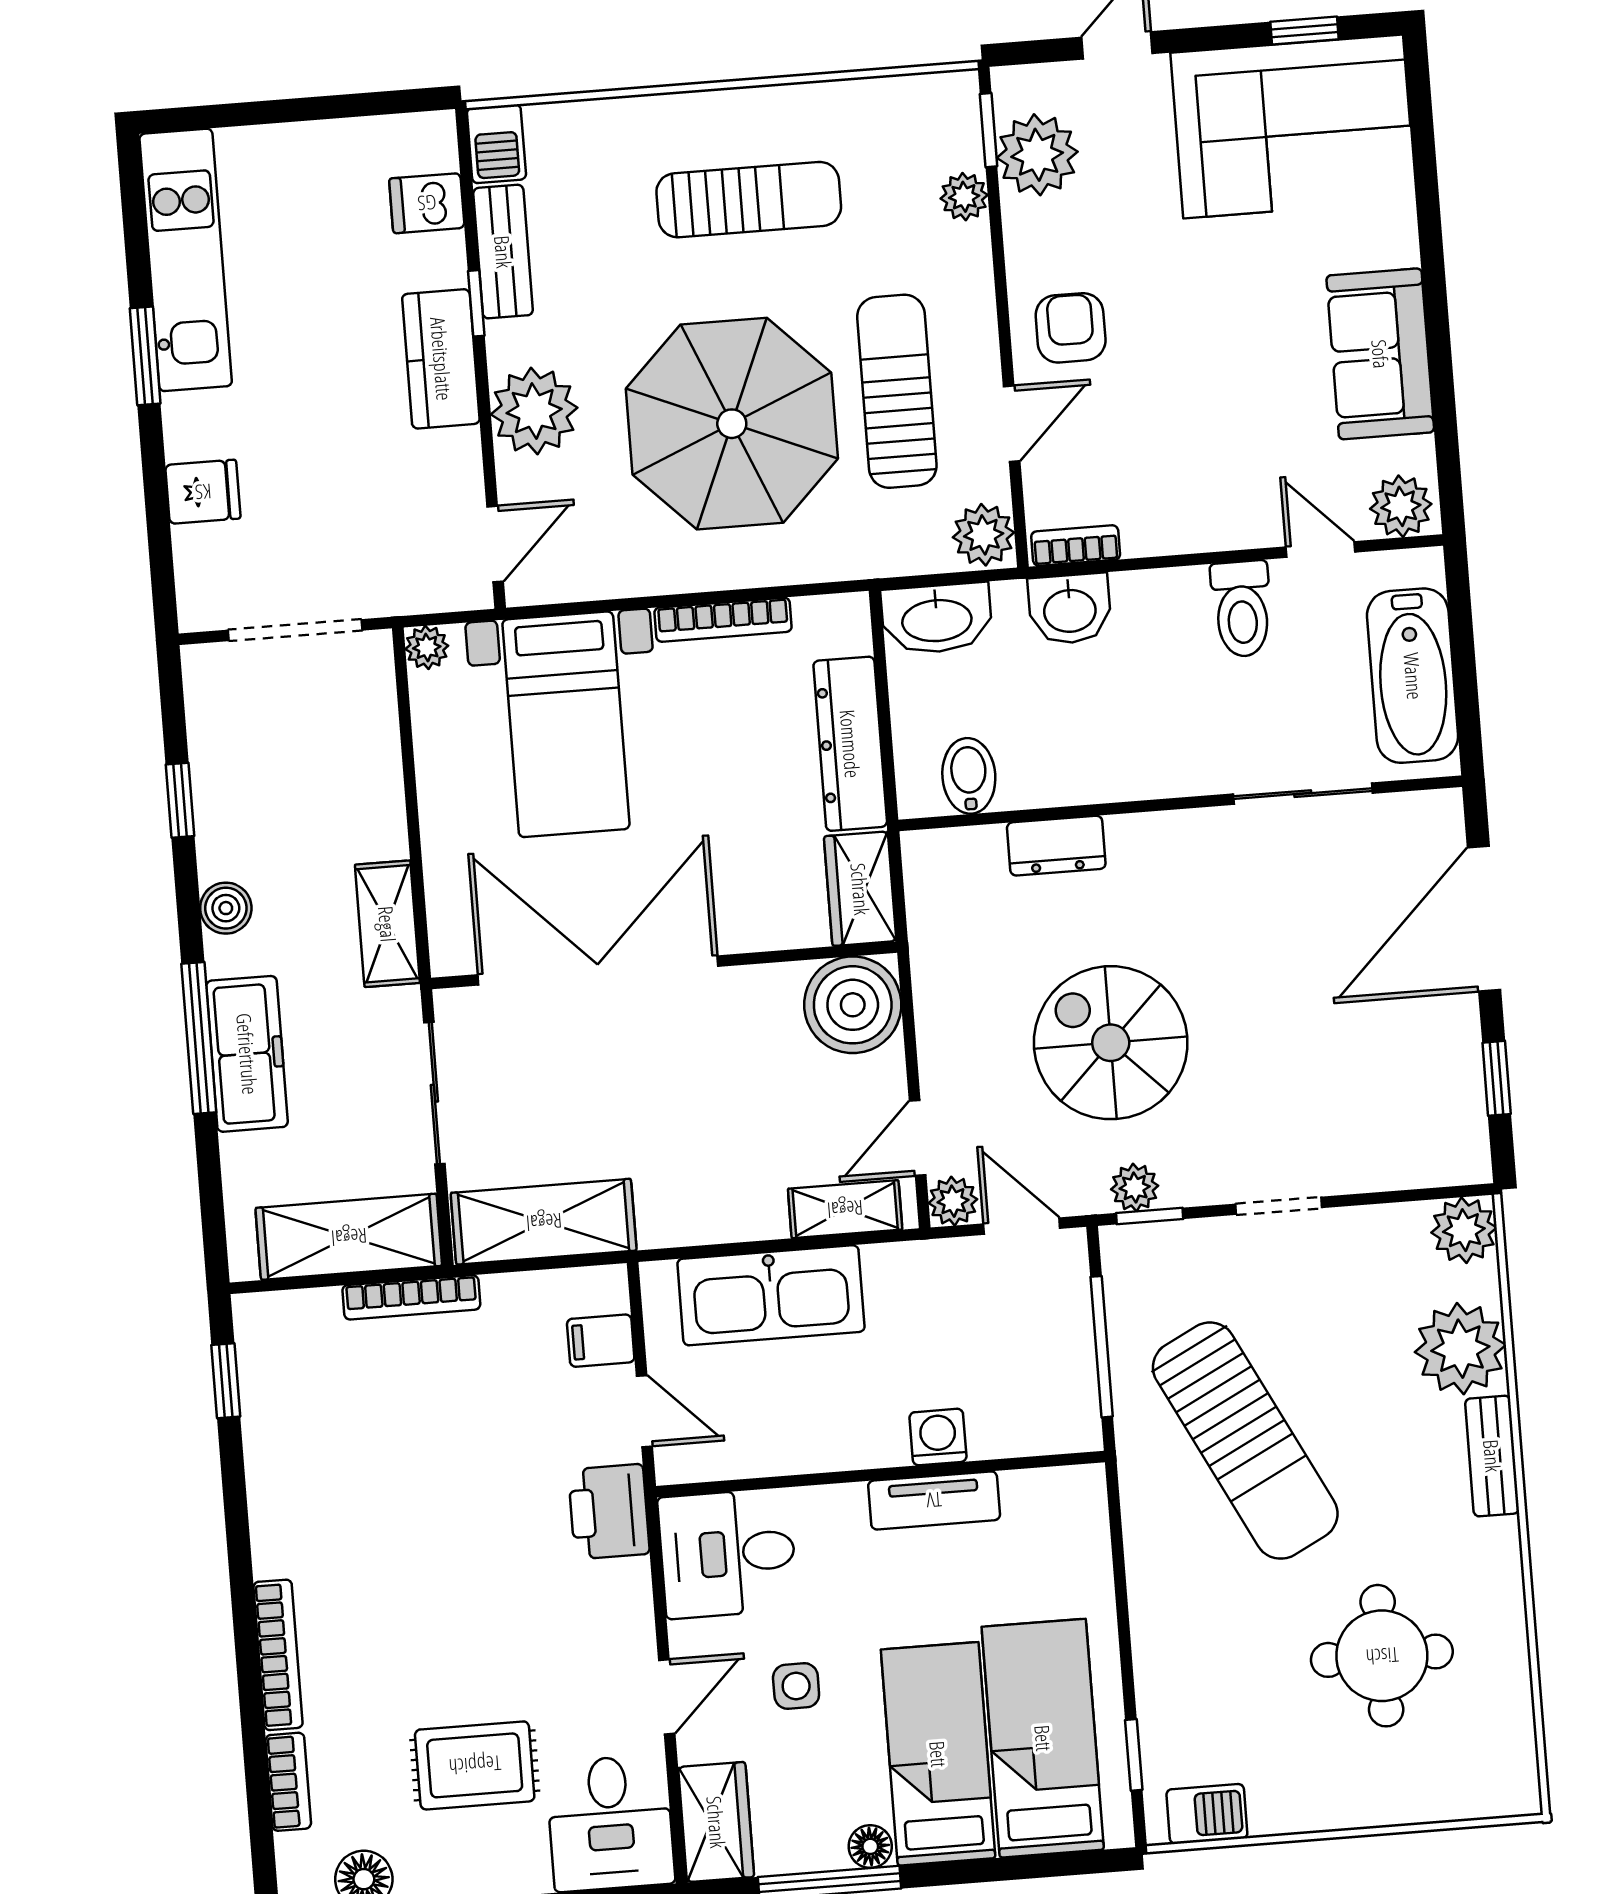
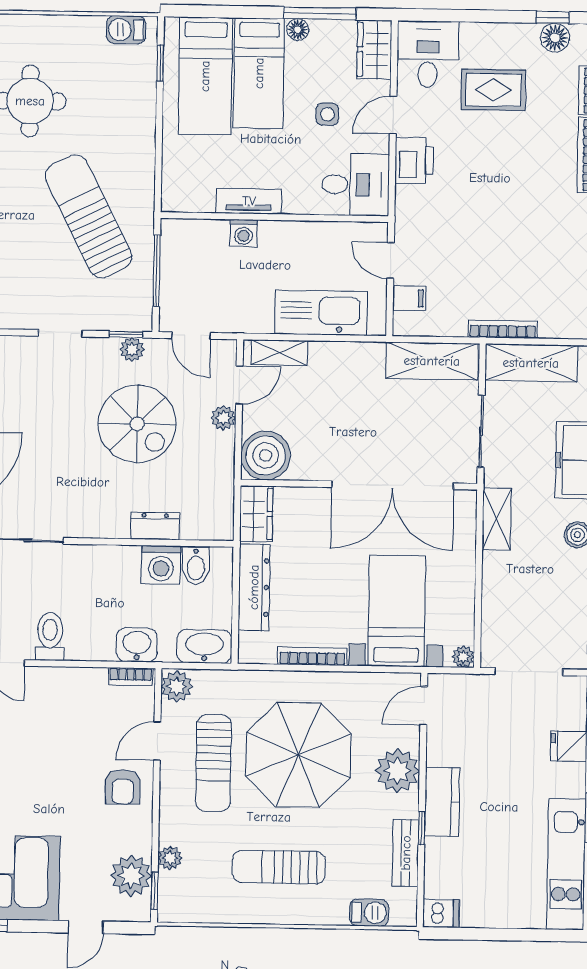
barbecue: (496, 144) -> (369, 913), moved, turned 90
dishwasher: (427, 203) -> (441, 913), moved
washing machine: (1037, 771) -> (161, 565), added
plant: (953, 1201) -> (223, 418), moved
printer: (609, 1512) -> (414, 161), moved

